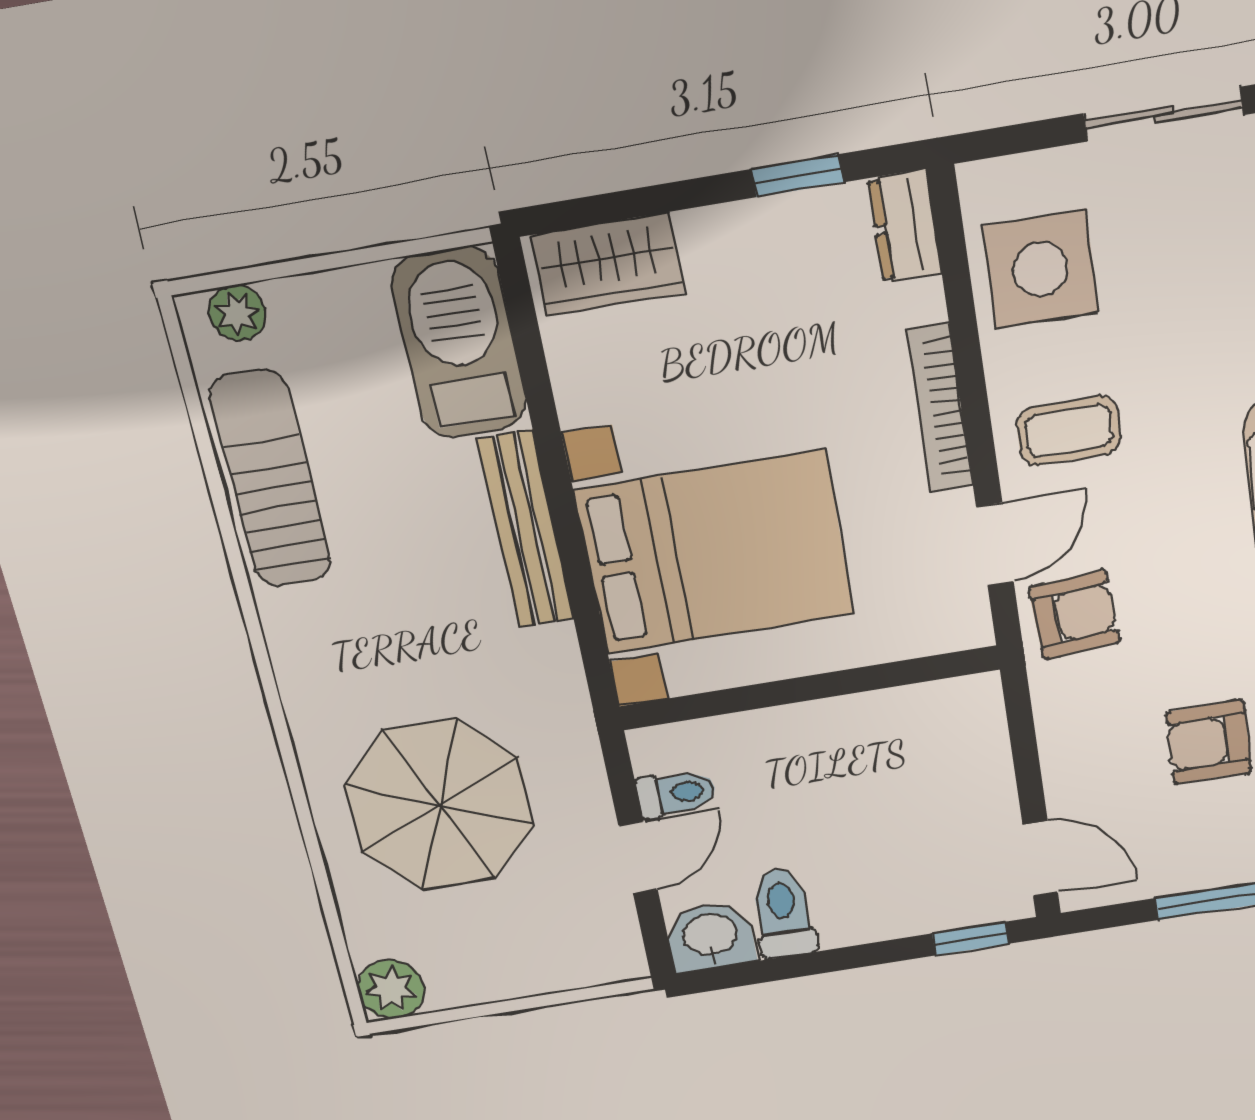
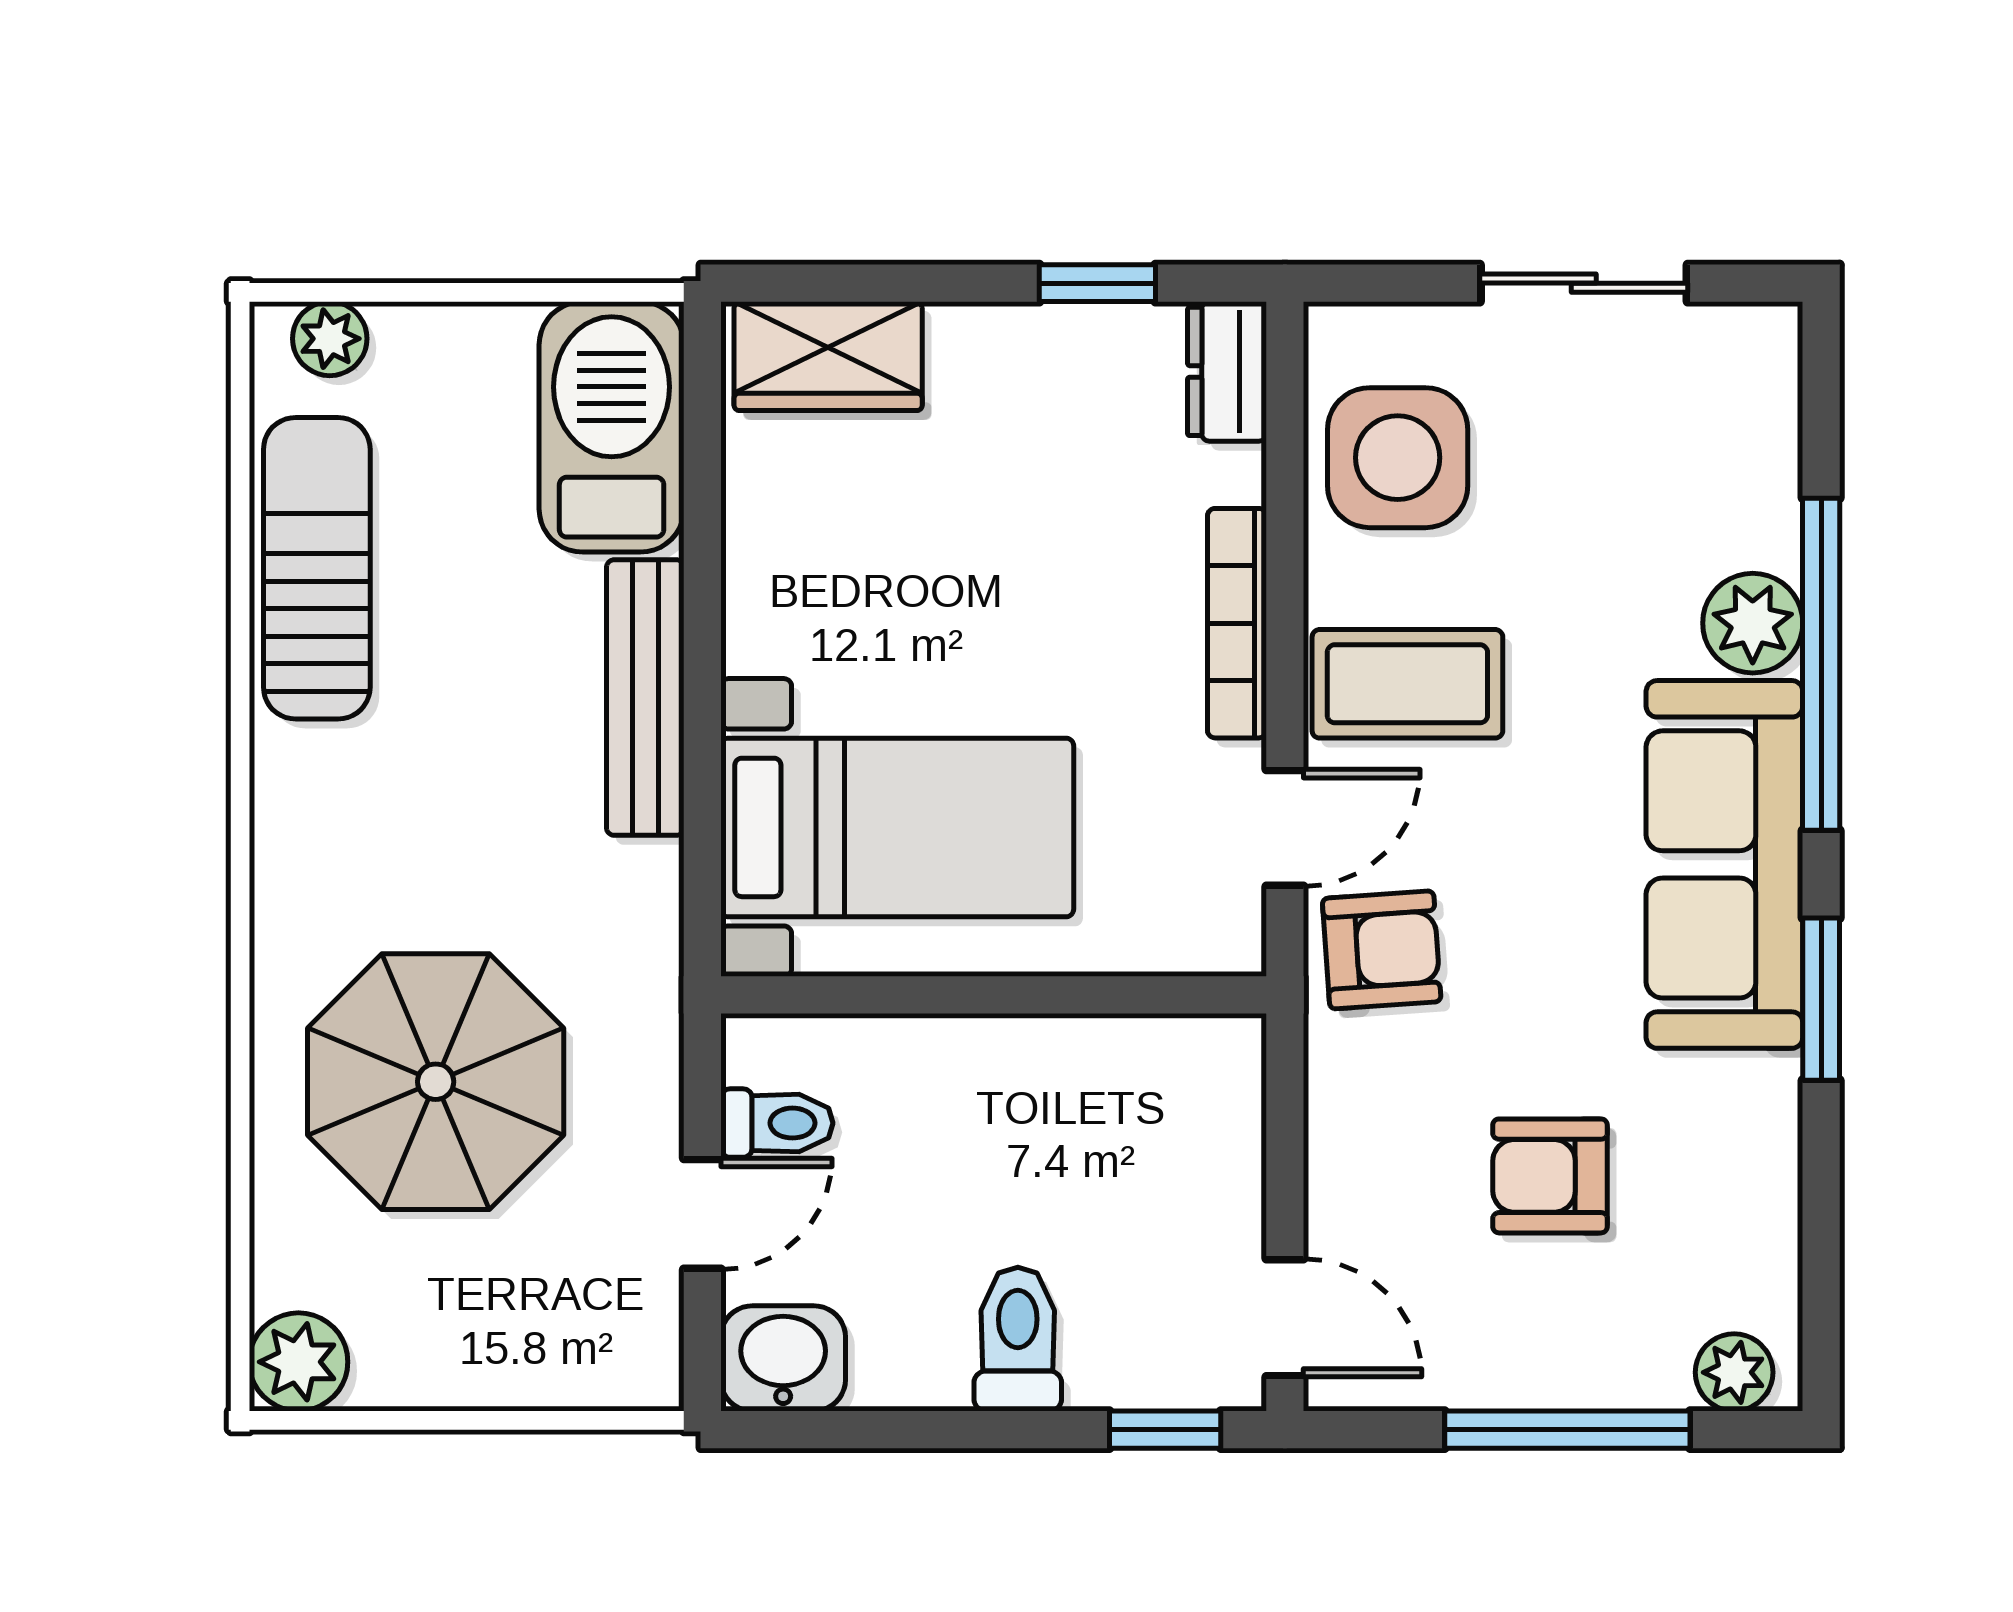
coffee table: (1069, 431) -> (1407, 684), width x1.36, depth x1.30
bed with nightstands: (715, 552) -> (897, 827), width x0.73
toilet: (783, 913) -> (1018, 1339), moved

